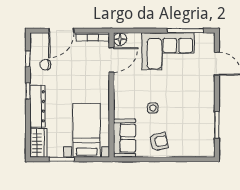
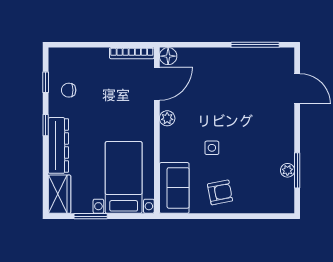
door: (61, 31) -> (90, 45), removed
corner sofa: (168, 51) -> (232, 72), removed
plant: (119, 86) -> (167, 118), added
plant: (210, 125) -> (287, 170), added

